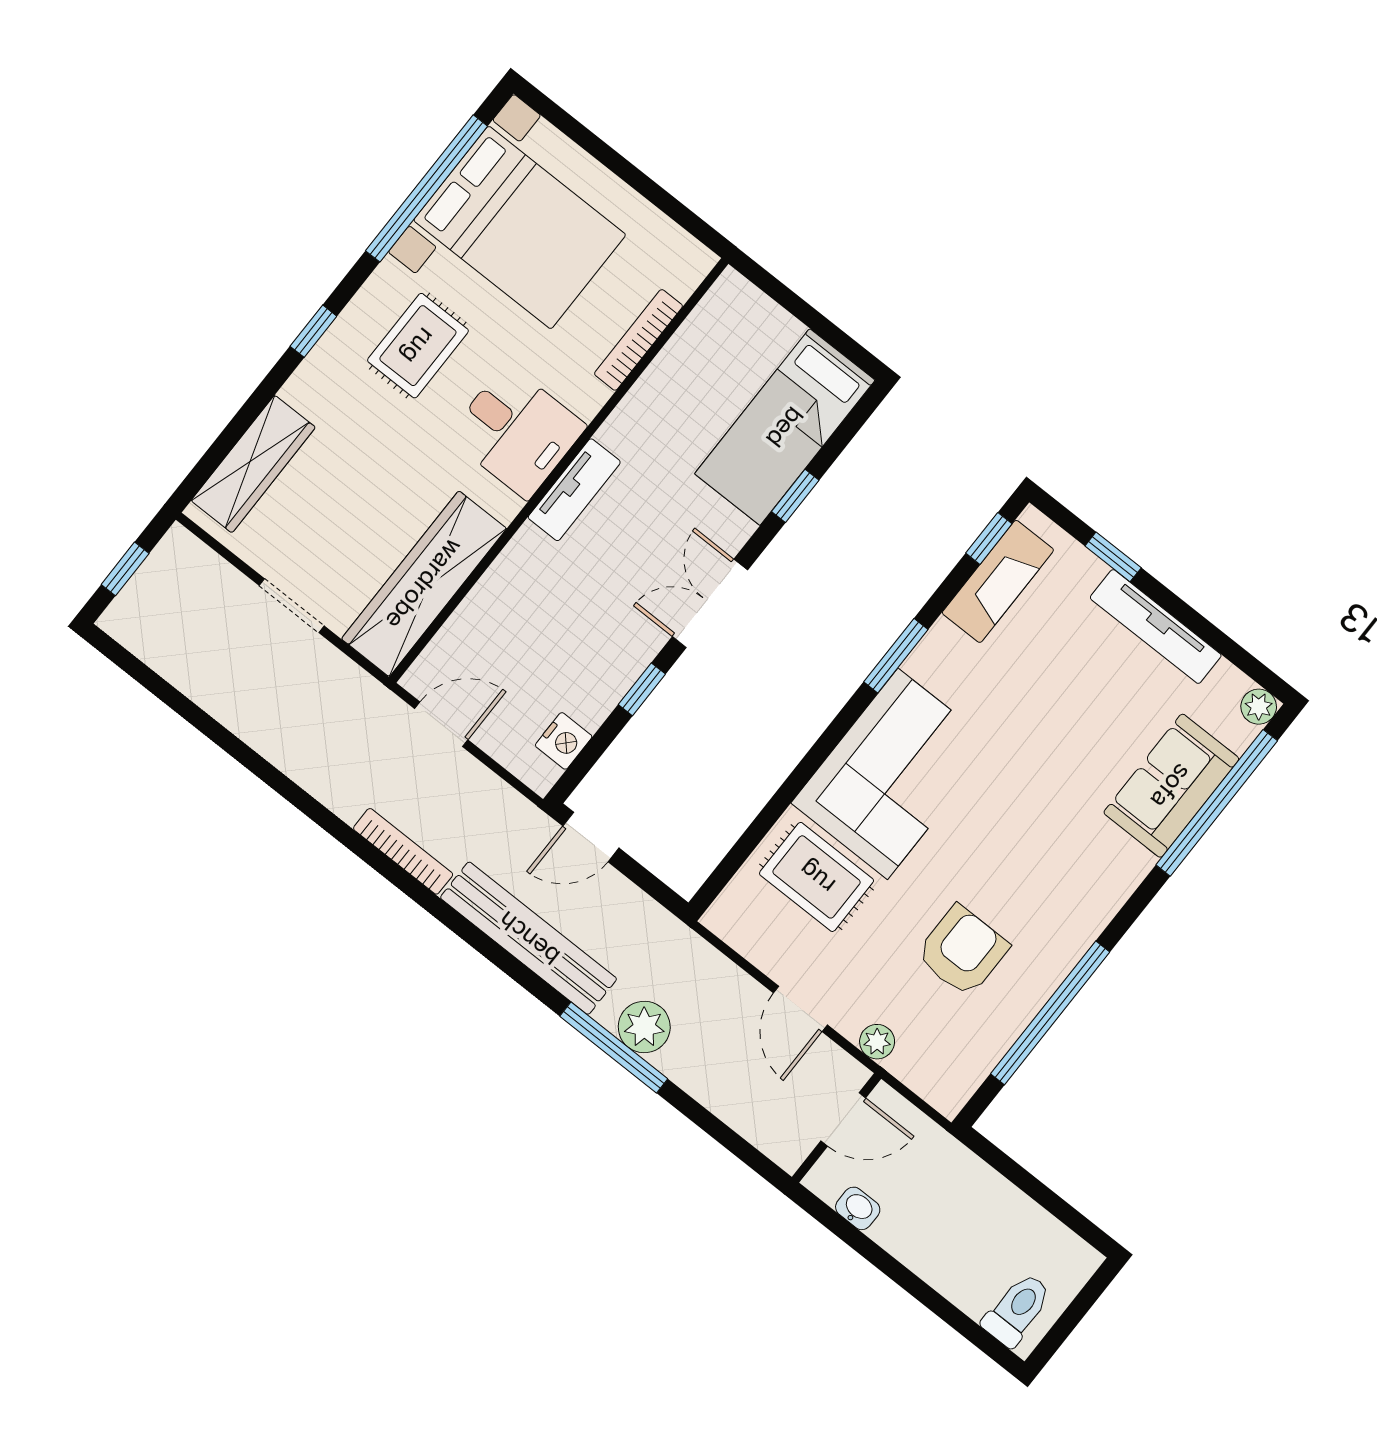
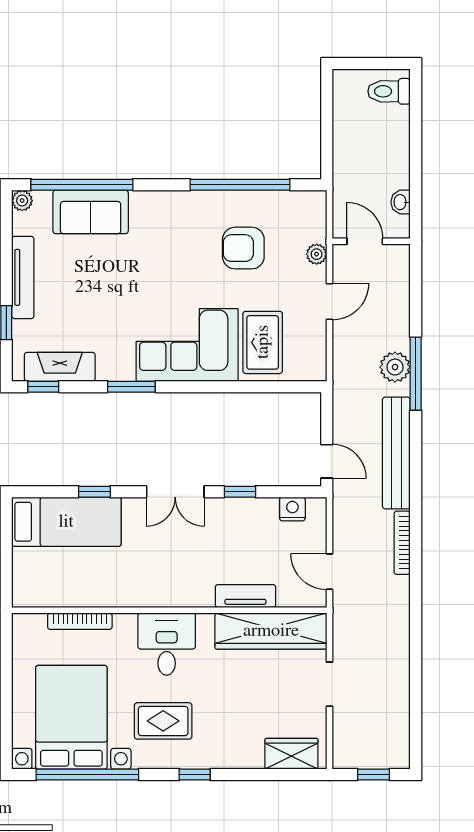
wardrobe: (253, 464) -> (291, 754), width x0.67
tv unit: (574, 490) -> (245, 596), moved

